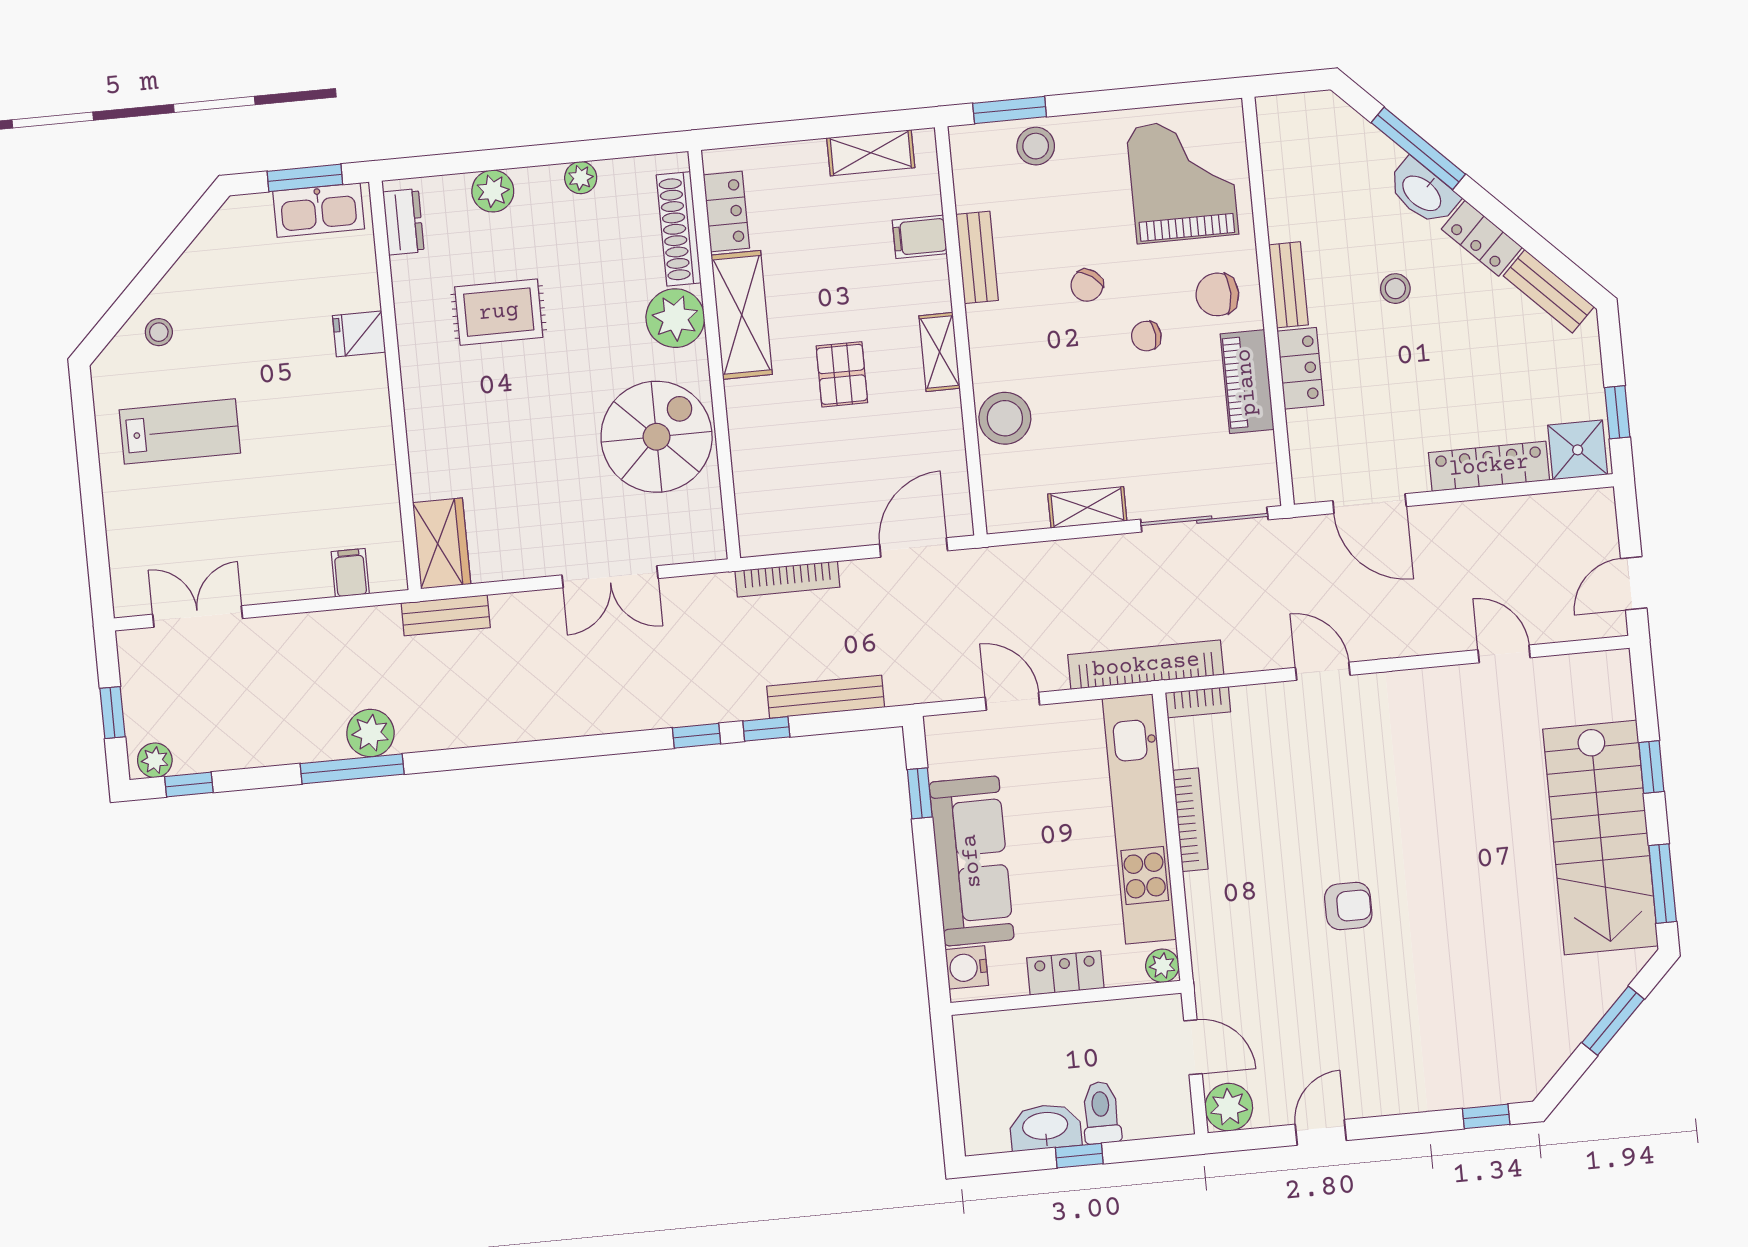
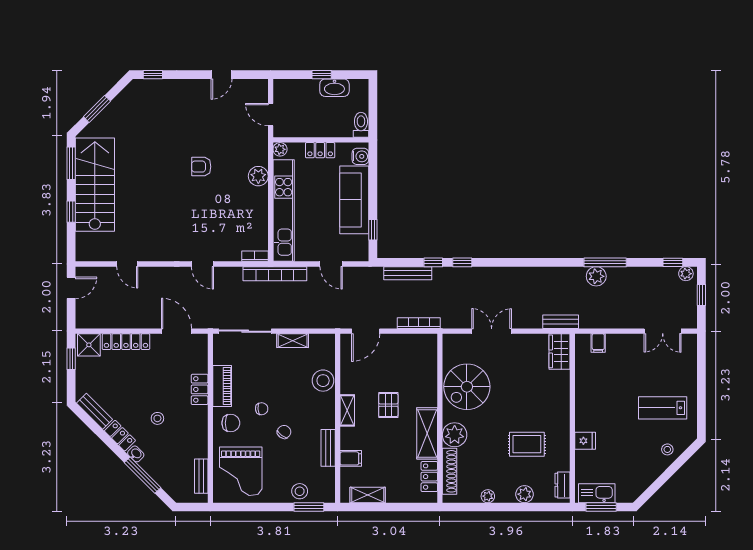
washbasin: (1423, 192) -> (136, 454), width x0.52, depth x0.69
bench: (1289, 285) -> (201, 476), moved
bookcase: (1190, 820) -> (263, 208), removed
plant: (1229, 1107) -> (258, 176), moved
toilet: (1101, 1113) -> (361, 125), moved, turned 180

